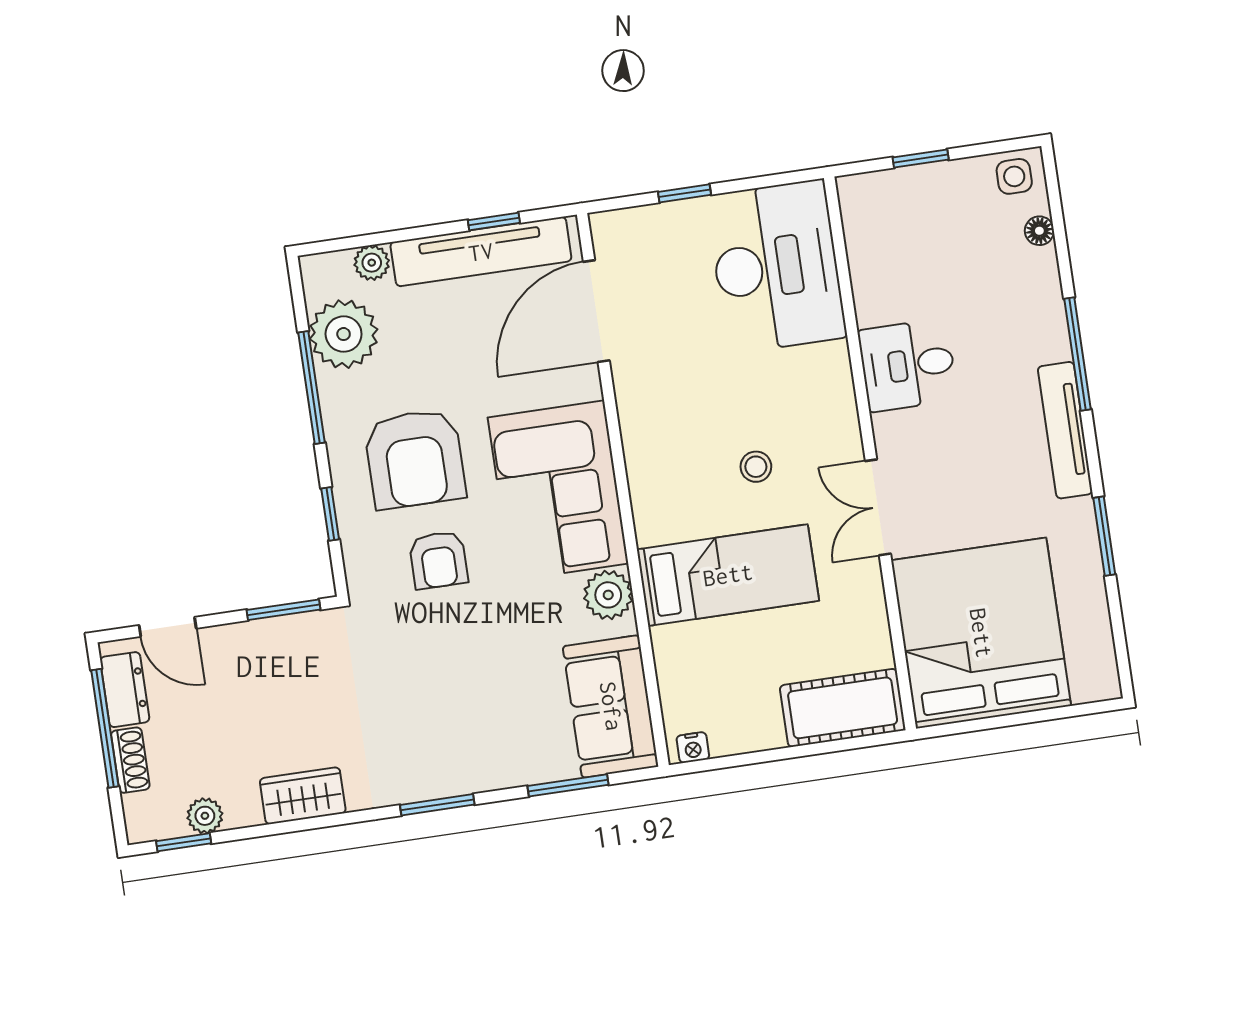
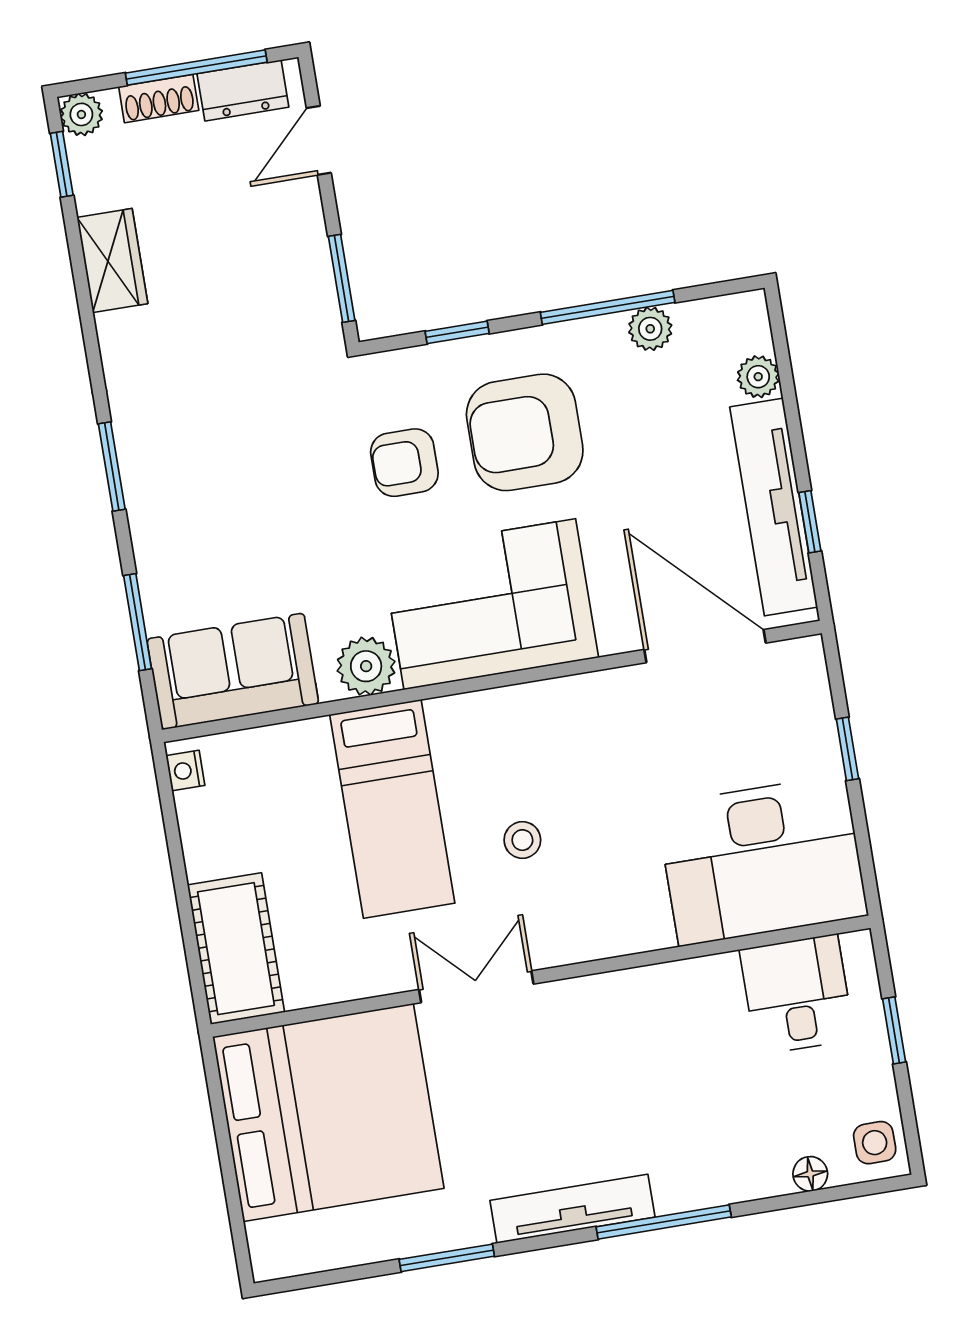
plant: (344, 334) -> (650, 329), width x0.53, depth x0.53
desk: (908, 365) -> (797, 994), moved
wardrobe: (303, 796) -> (112, 261), moved
plant: (205, 816) -> (81, 114), moved

